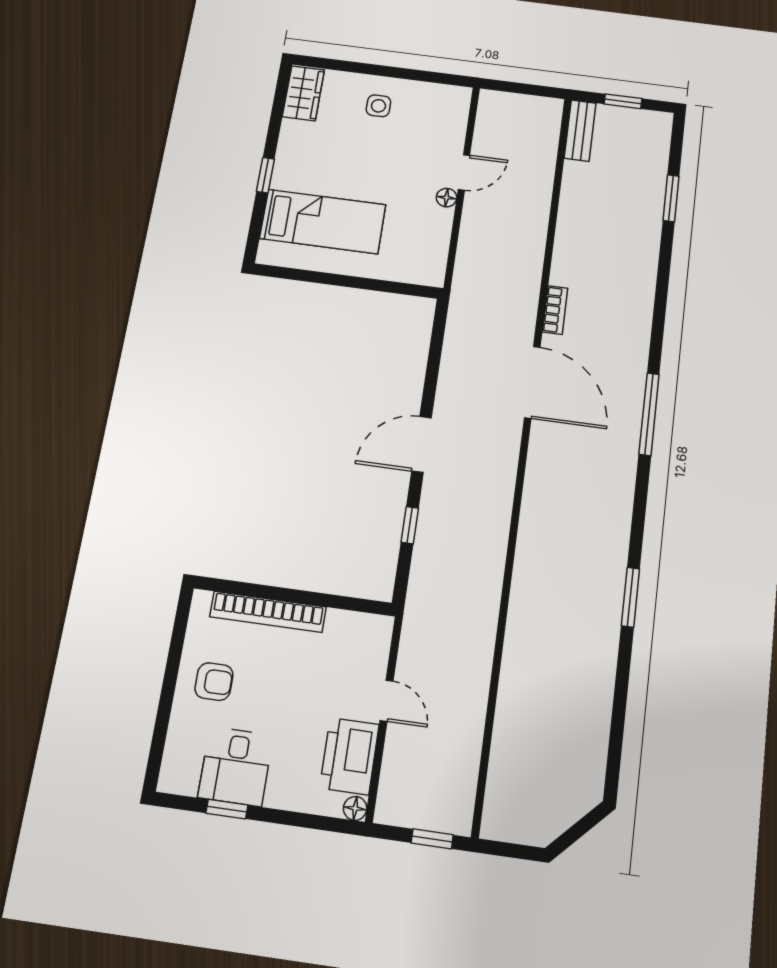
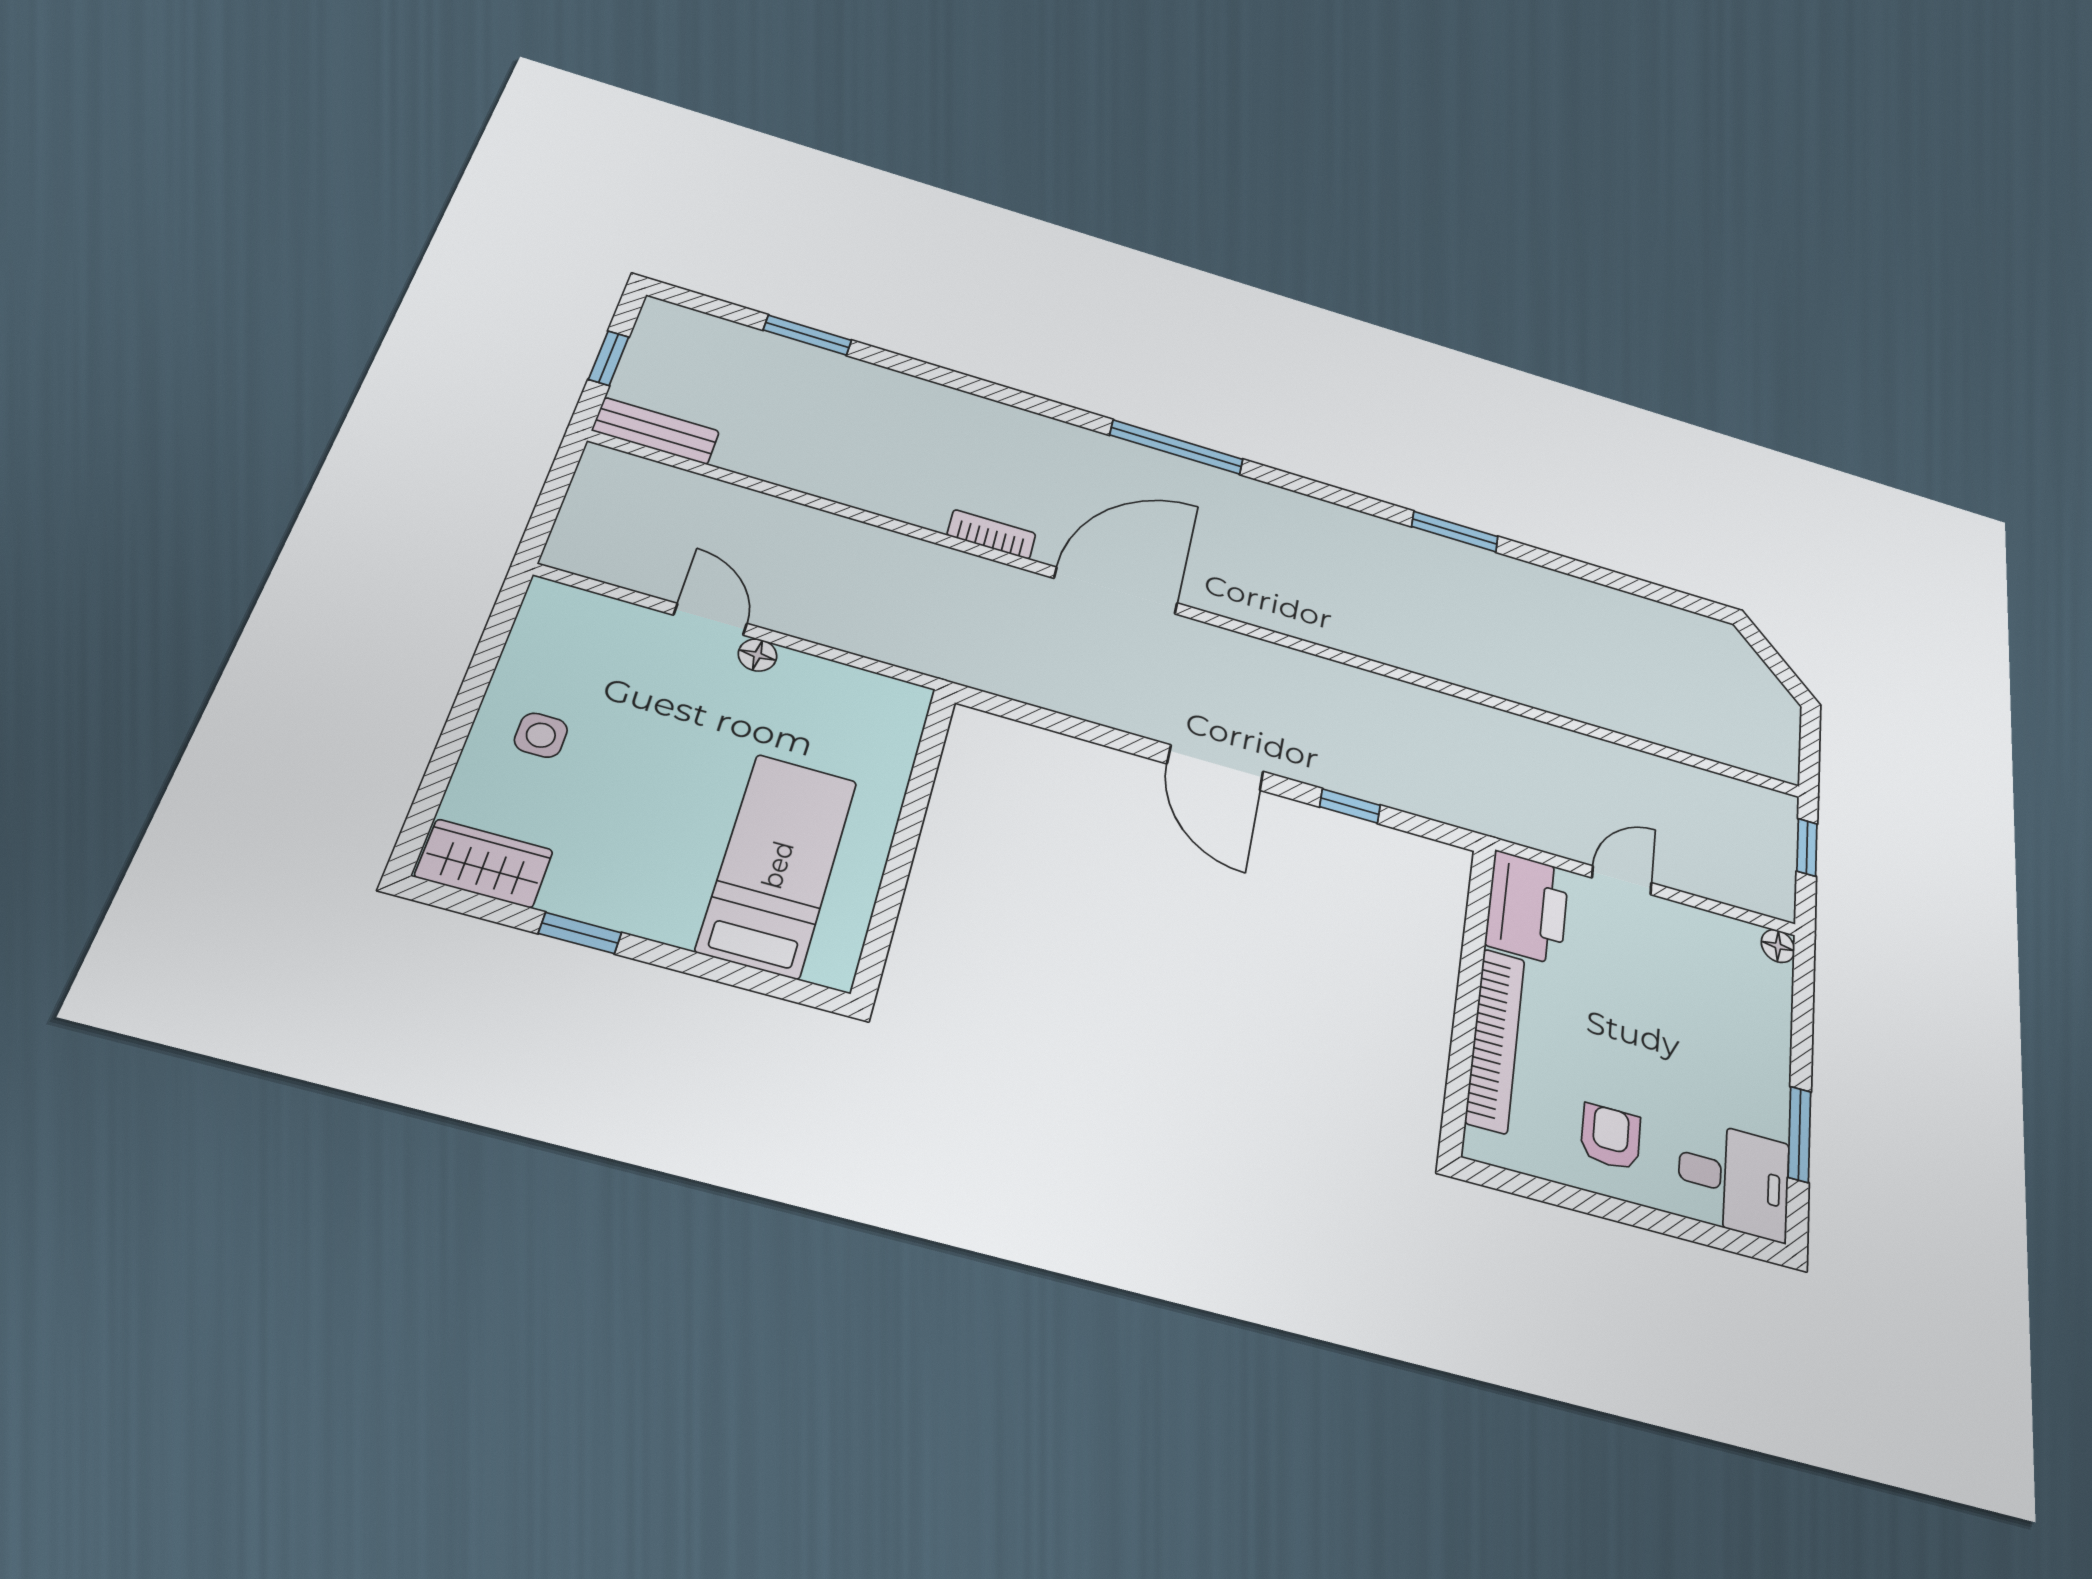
window: (265, 175) -> (580, 933), moved
printer: (349, 756) -> (1527, 907), moved, turned -90
desk: (236, 766) -> (1734, 1179), moved
window: (227, 809) -> (1799, 1134), width x1.50

